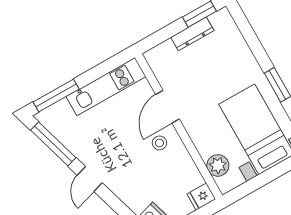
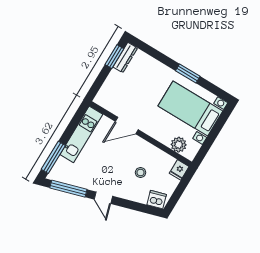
dresser: (192, 34) -> (125, 57), moved
door: (168, 107) -> (127, 125), hinge flipped
stool: (159, 143) -> (141, 173), moved

